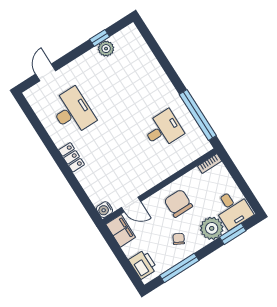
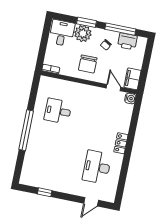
plant: (106, 49) -> (47, 183), removed
window: (198, 115) -> (26, 130), moved
window: (233, 234) -> (87, 22), moved
printer: (143, 264) -> (127, 41), moved, turned -90

